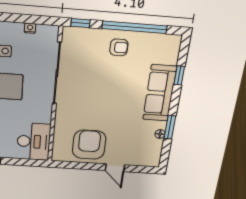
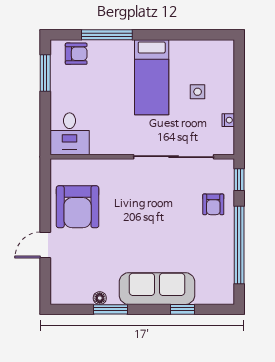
armchair: (119, 47) -> (213, 204), moved
desk: (34, 142) -> (70, 134), width x0.73
armchair: (89, 145) -> (78, 207), turned 90

